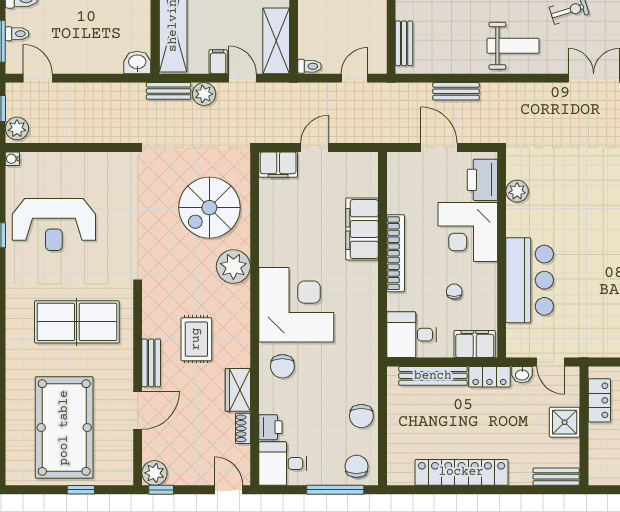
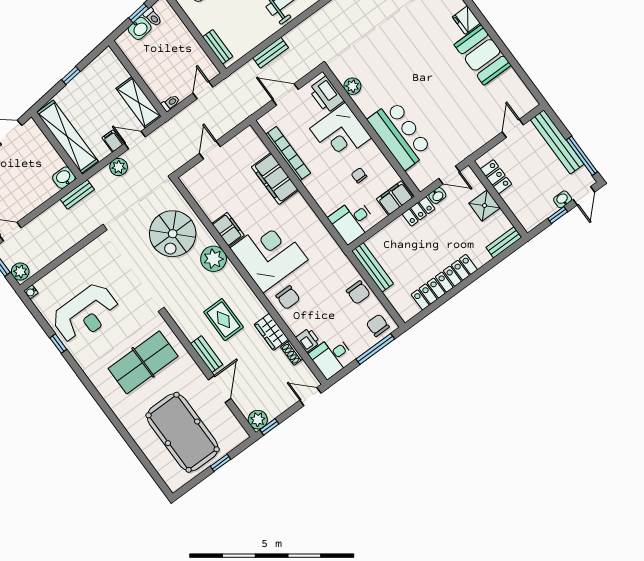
bench: (169, 91) -> (77, 194), moved
filing cabinet: (278, 165) -> (228, 230), moved, turned -90
bookcase: (396, 253) -> (288, 154), moved
bench: (433, 376) -> (372, 267), moved, turned 90

